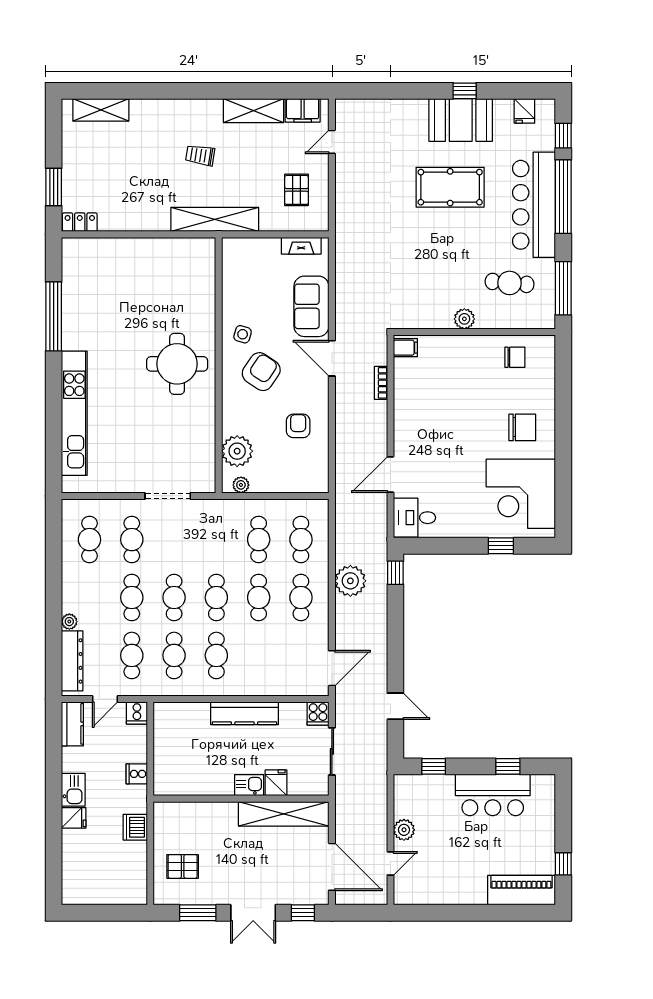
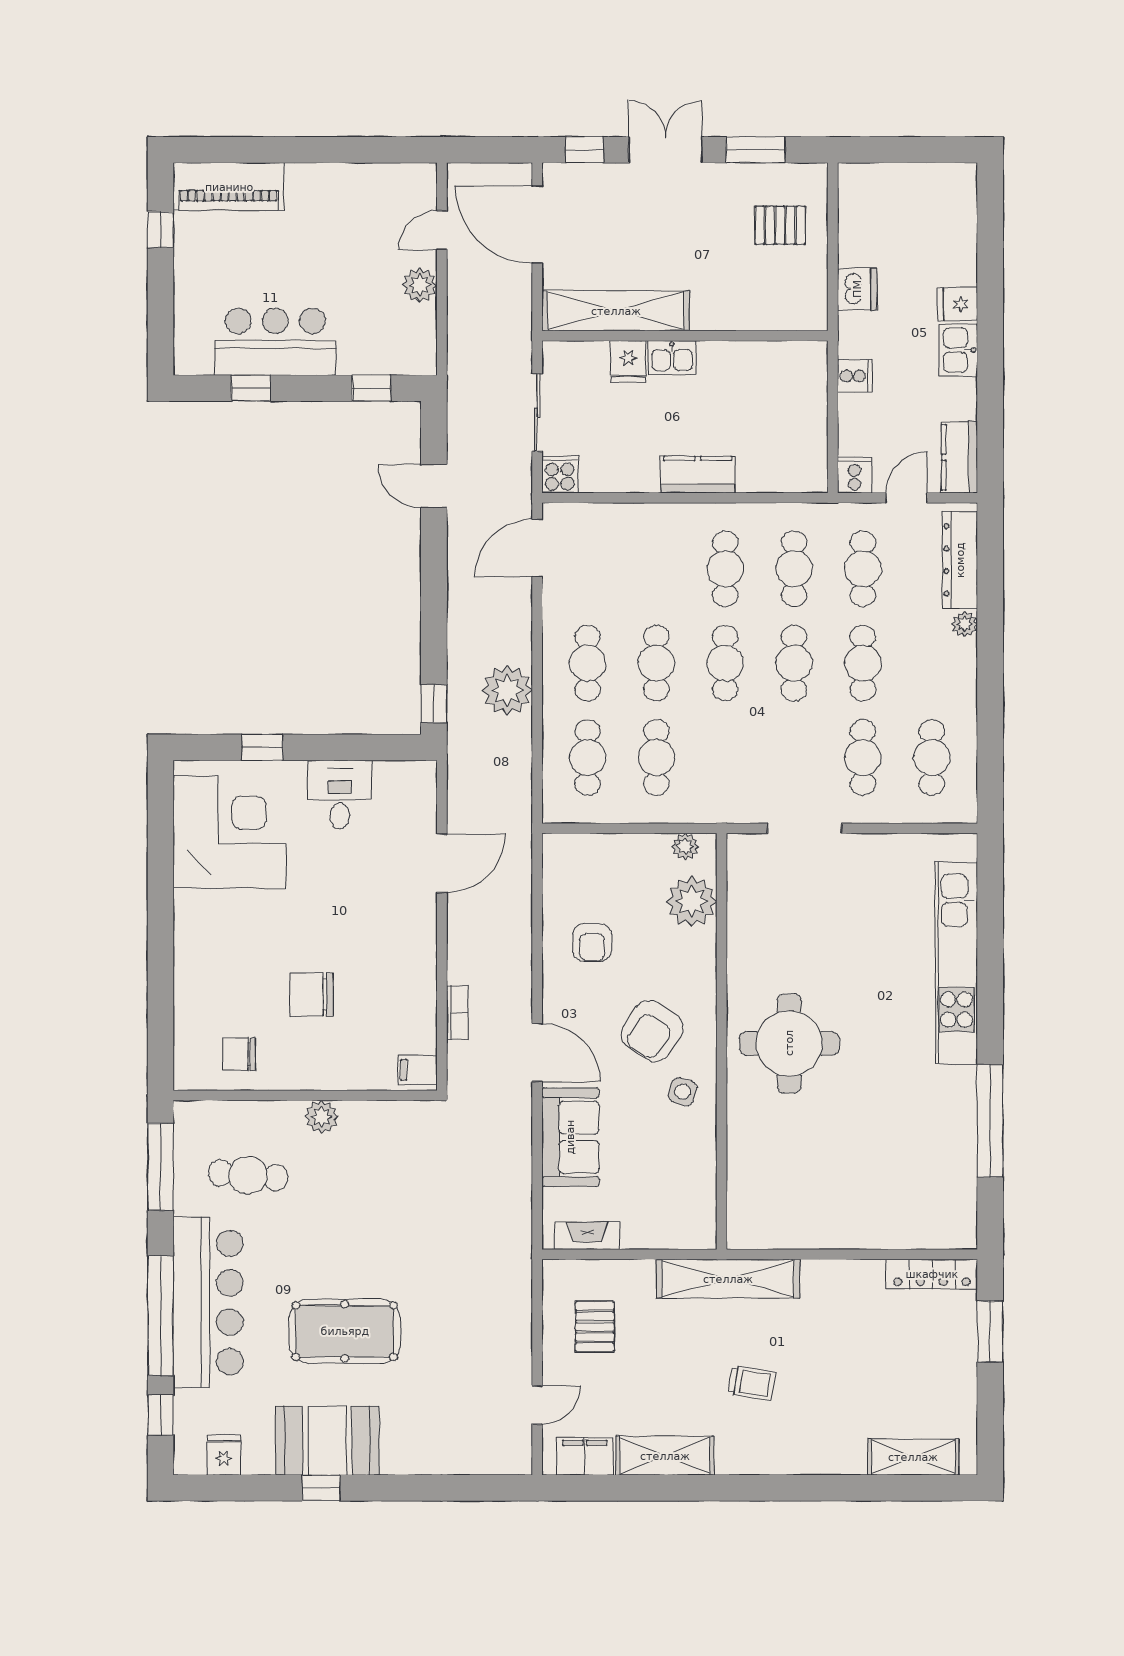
locker: (80, 222) -> (932, 1274), width x1.53
chair: (522, 427) -> (312, 995), moved
desk: (414, 518) -> (340, 794), moved, turned -90
kitchen counter: (244, 713) -> (698, 475), width x0.67

